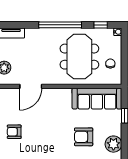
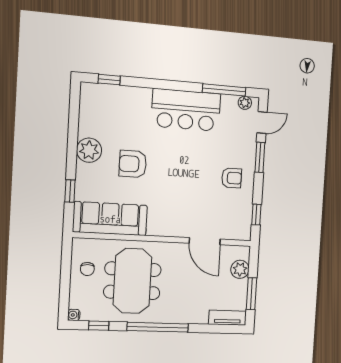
door: (31, 86) -> (205, 241), swing flipped
armchair: (84, 137) -> (133, 164), turned 180

